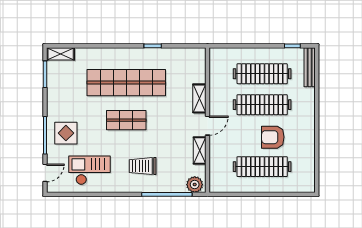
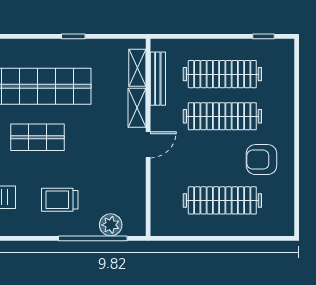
bench: (310, 67) -> (158, 79), moved
armchair: (273, 137) -> (261, 160), moved
shelving: (200, 151) -> (137, 68), moved
plant: (195, 185) -> (111, 225), moved

